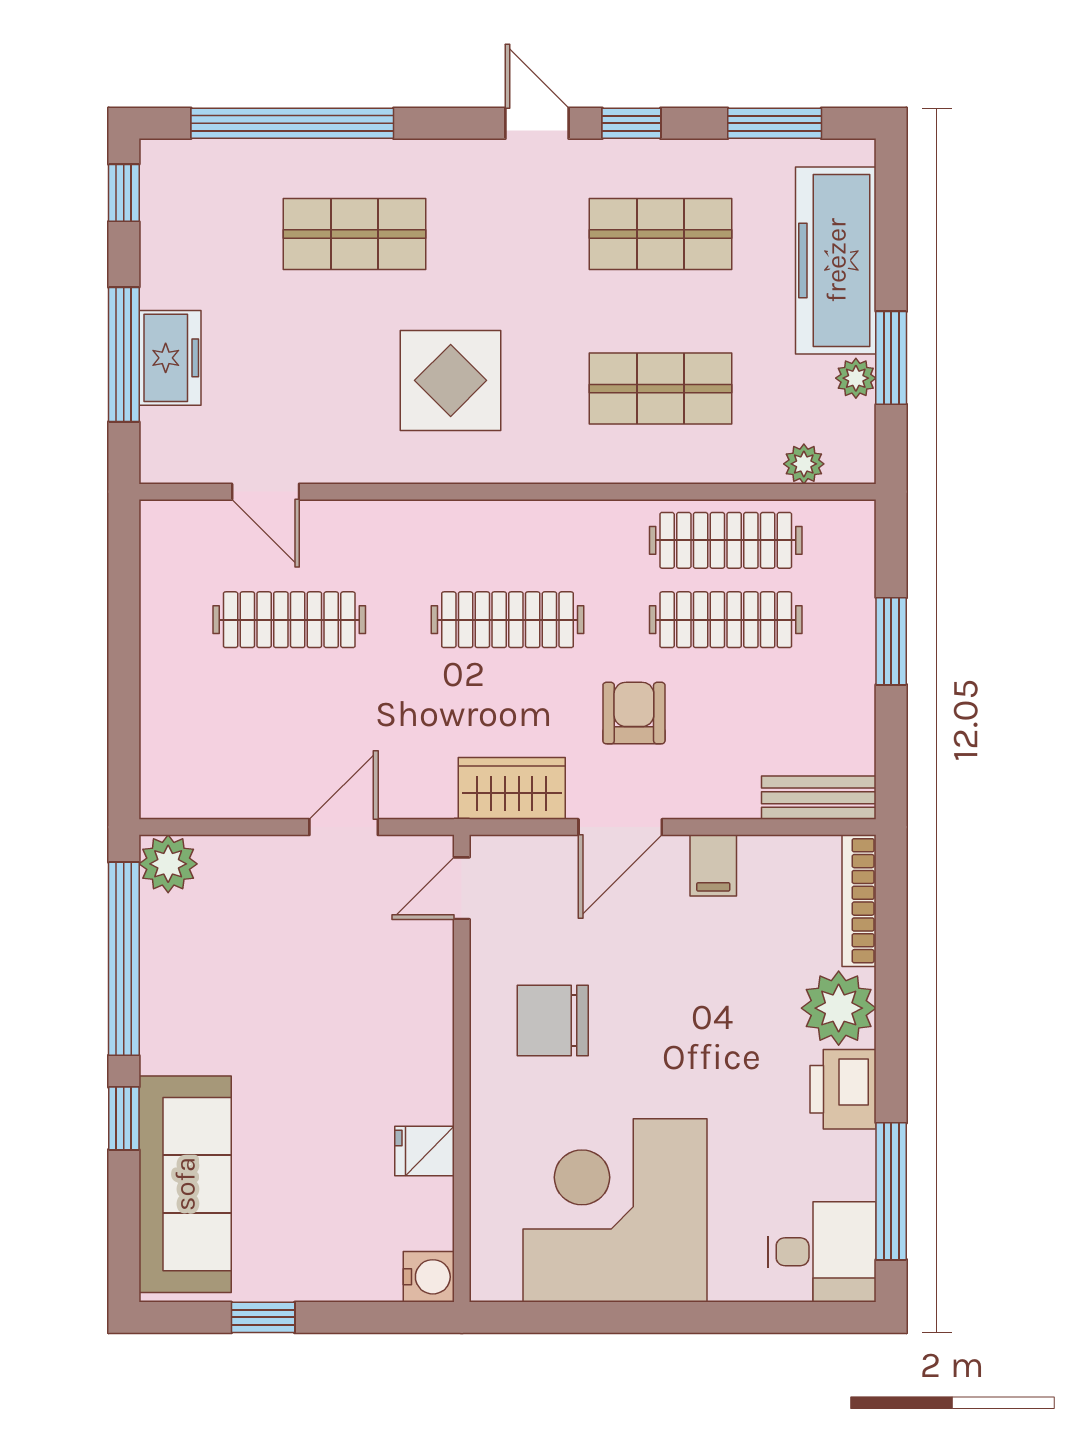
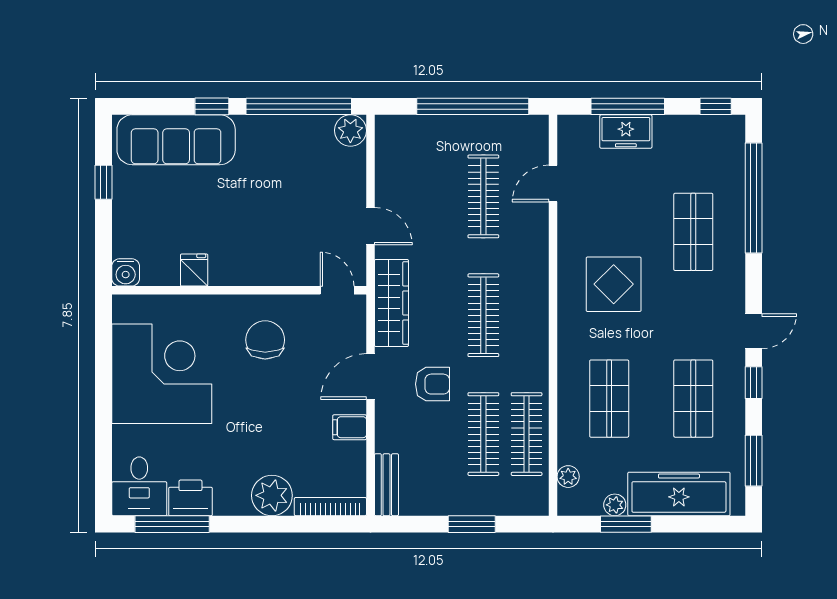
window: (124, 639) -> (473, 106), added
wardrobe: (512, 788) -> (391, 303), width x1.50
door: (620, 827) -> (370, 377), hinge flipped
printer: (843, 1089) -> (190, 498), moved

